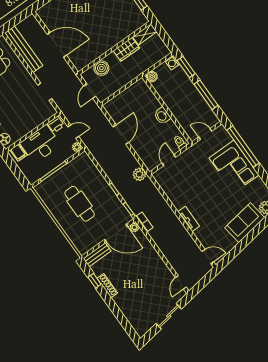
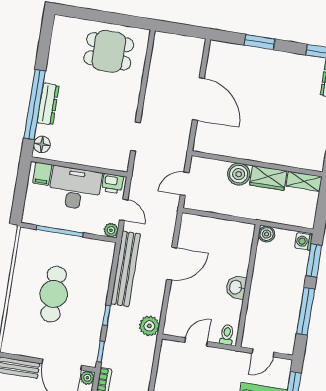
bench: (24, 49) -> (126, 269), moved
boiler: (101, 68) -> (239, 174), moved
door: (205, 134) -> (263, 353), swing flipped

